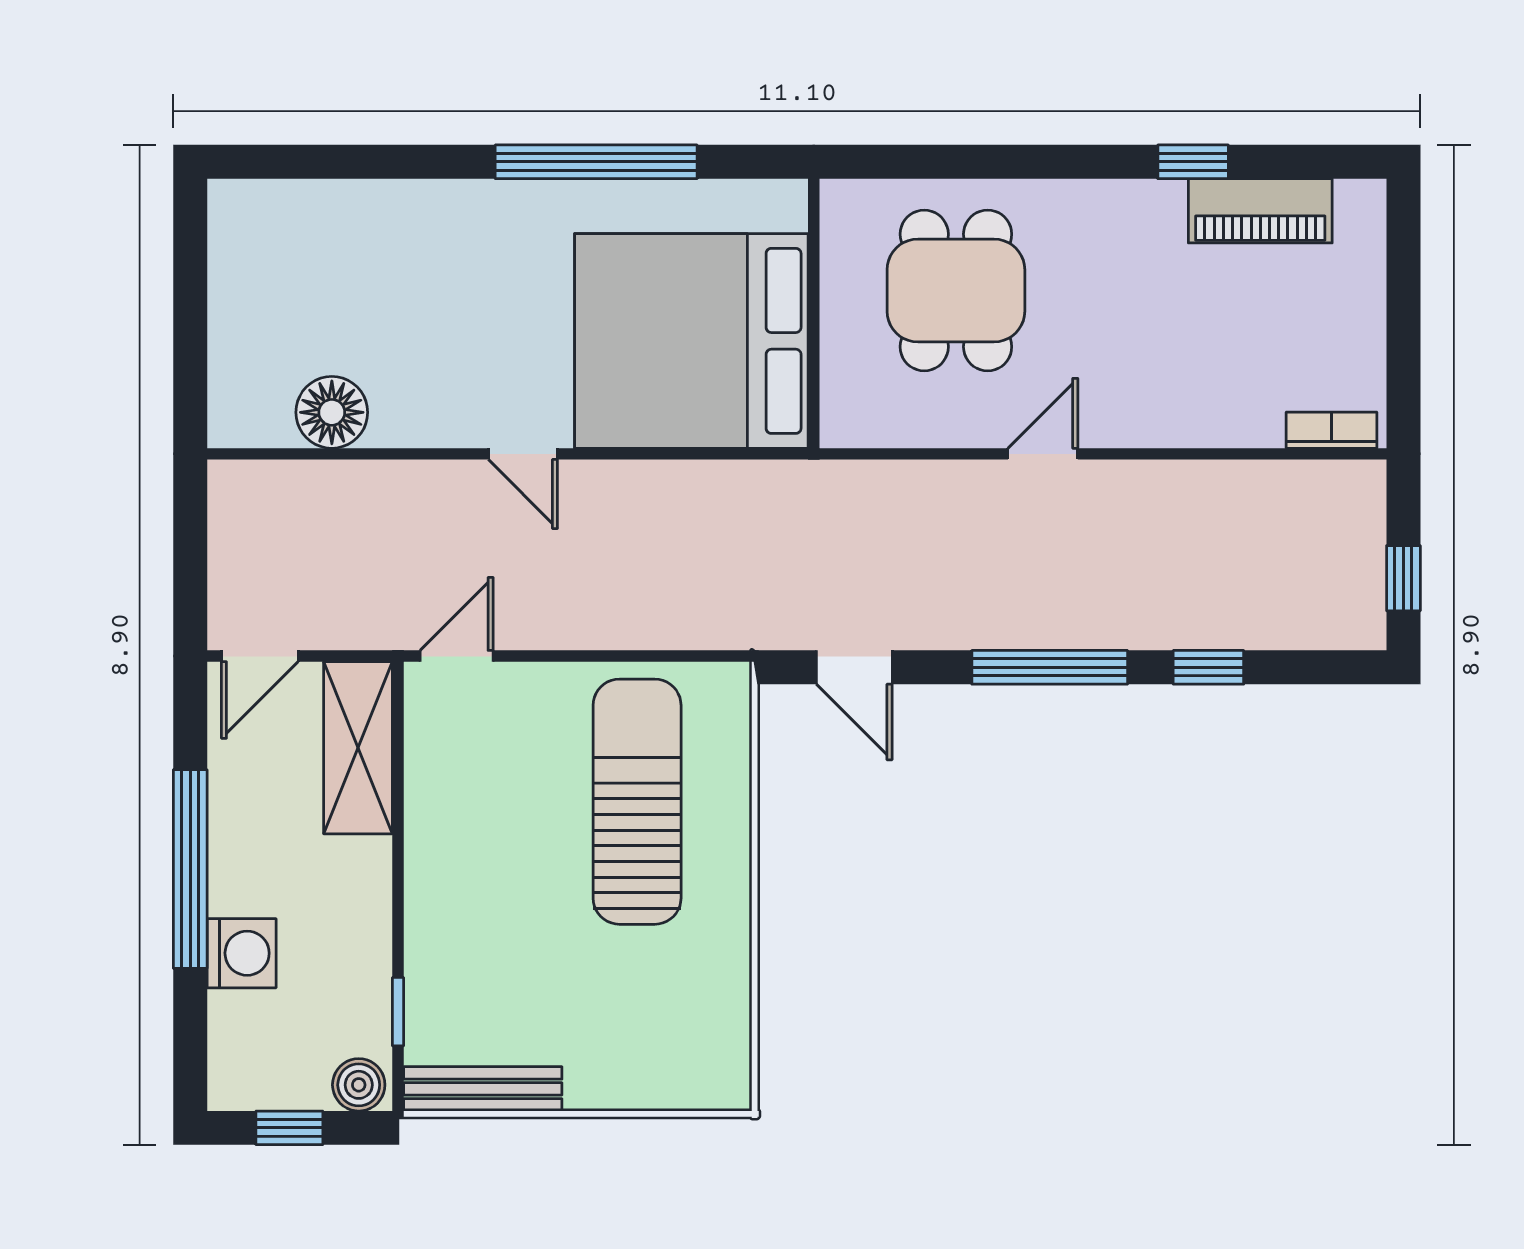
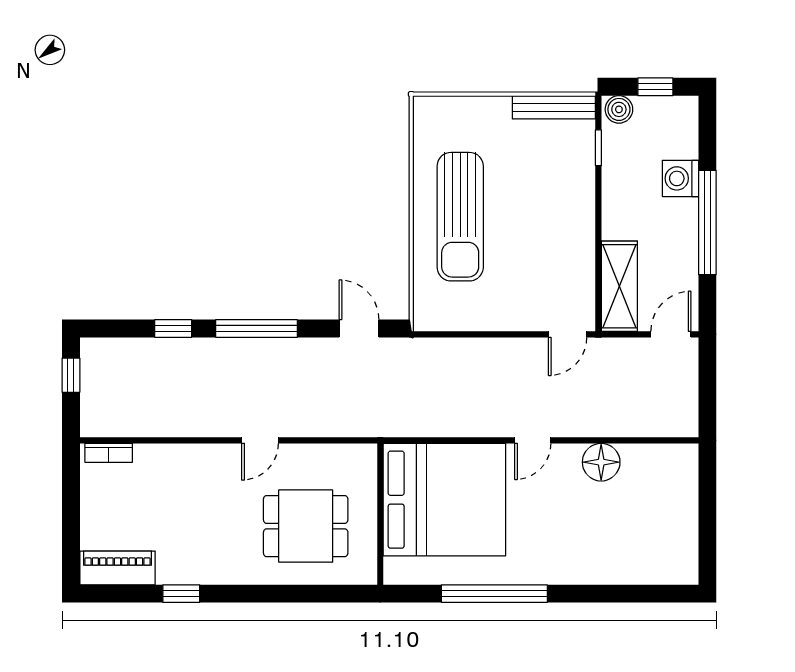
piano: (1260, 211) -> (117, 568), moved
dining table: (956, 290) -> (306, 526), turned 90
floor lamp: (332, 412) -> (601, 462), moved
door: (523, 454) -> (533, 440), swing flipped
sun lounger: (637, 802) -> (460, 217), moved

